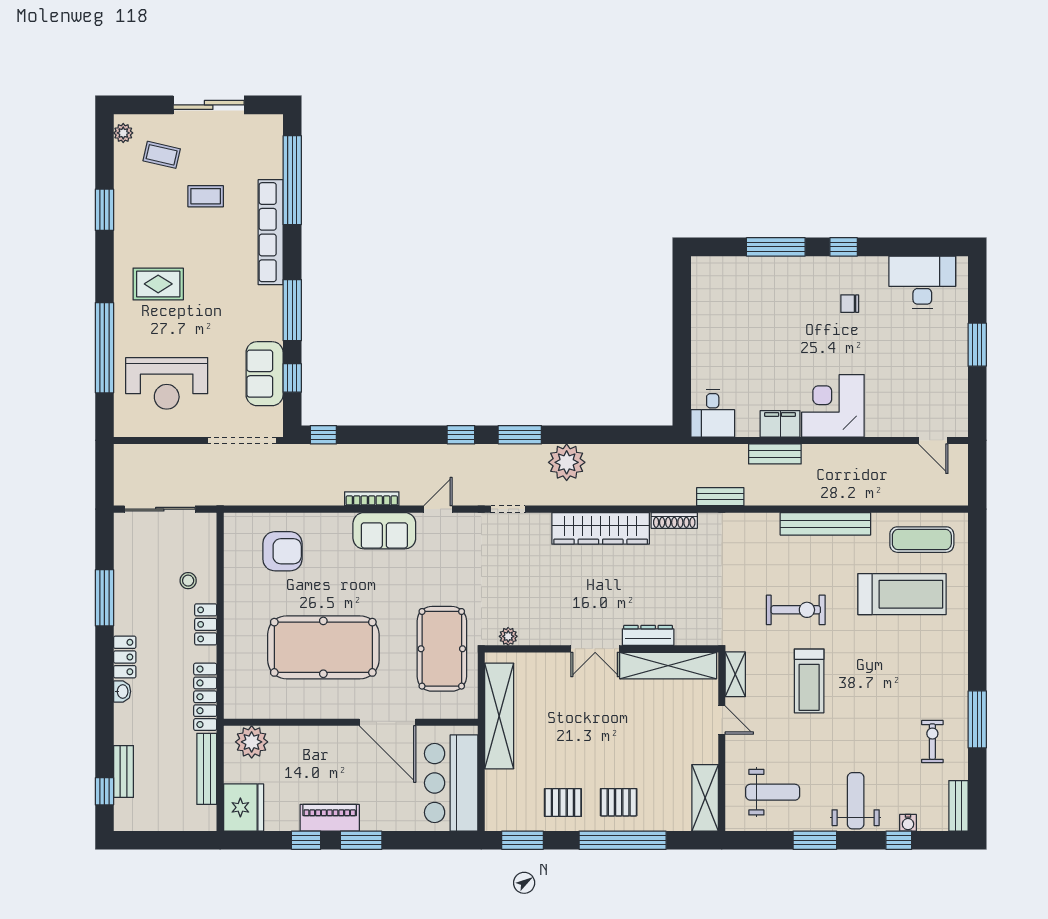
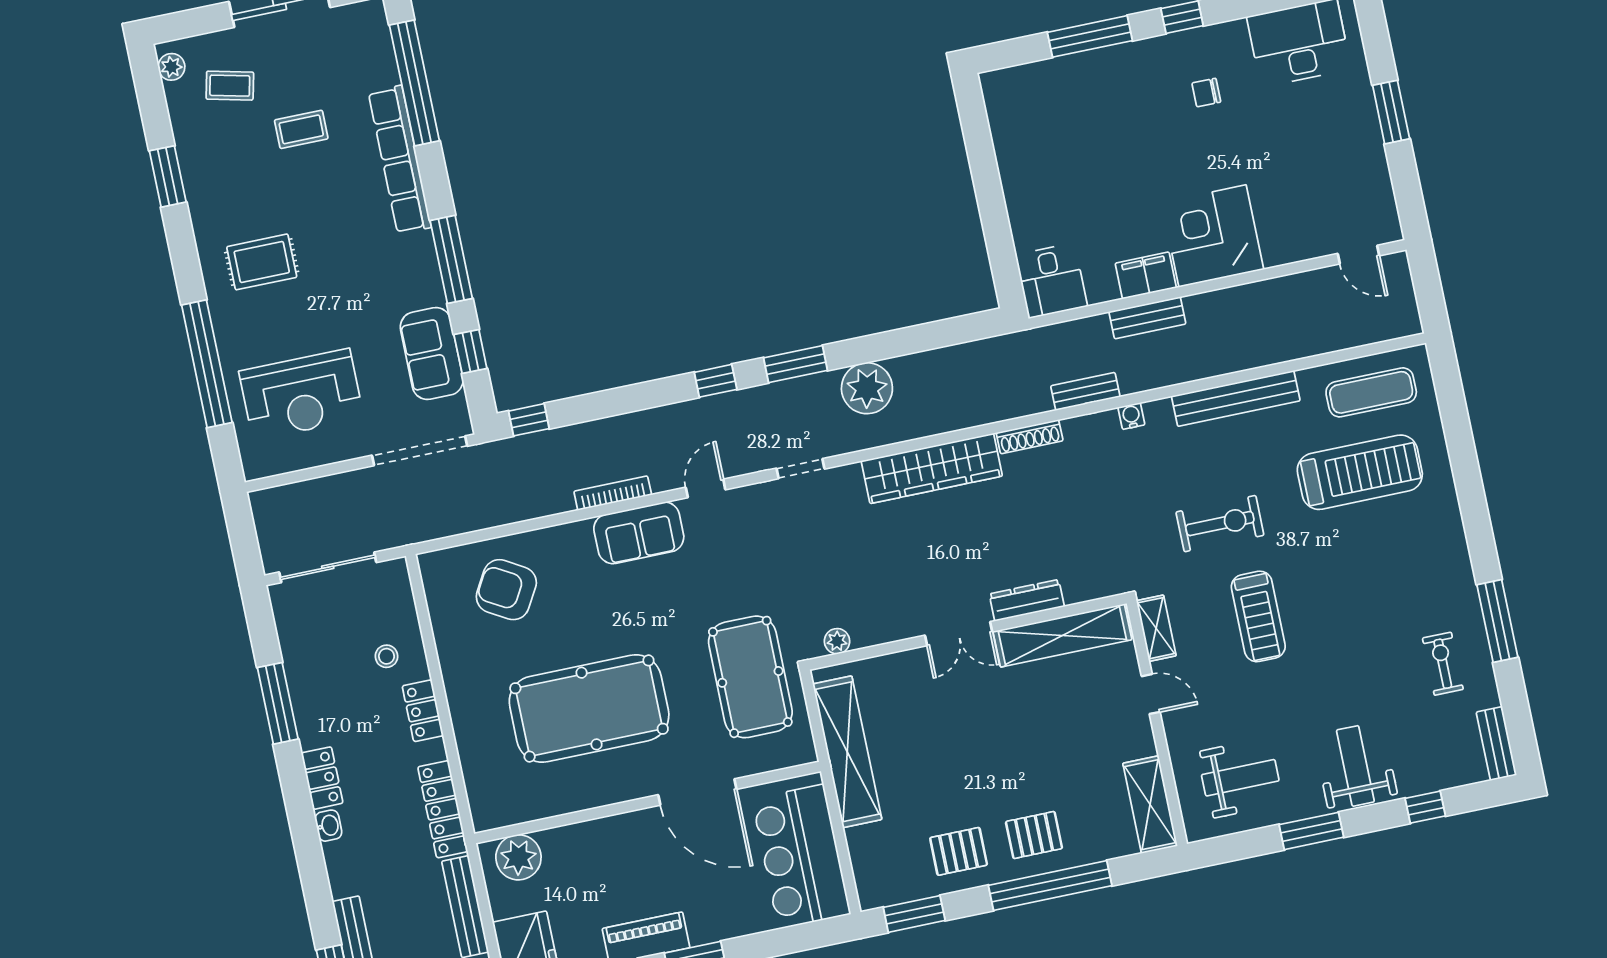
armchair: (282, 551) -> (506, 590), turned -150
water cooler: (908, 823) -> (1131, 416), moved, turned 180

